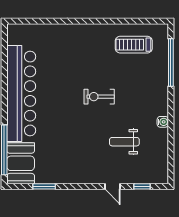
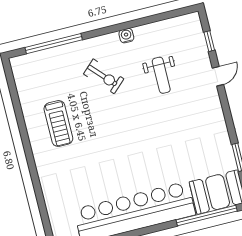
treadmill: (134, 45) -> (58, 123), moved
exercise bike: (99, 97) -> (104, 76), moved, turned -43

